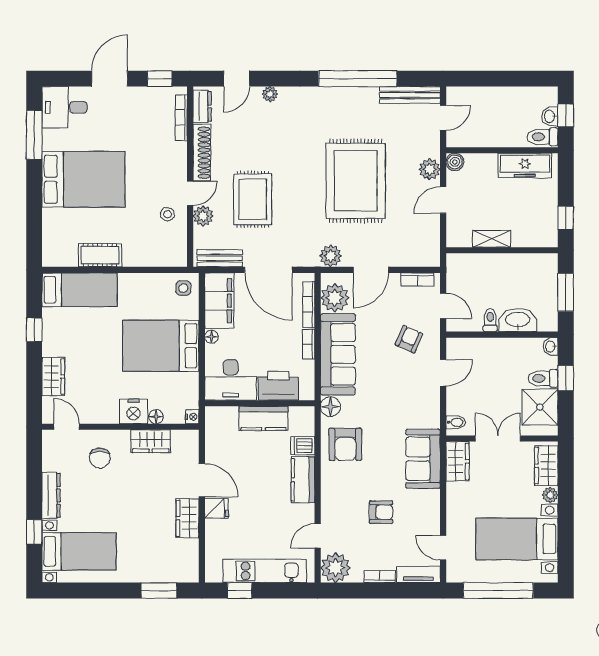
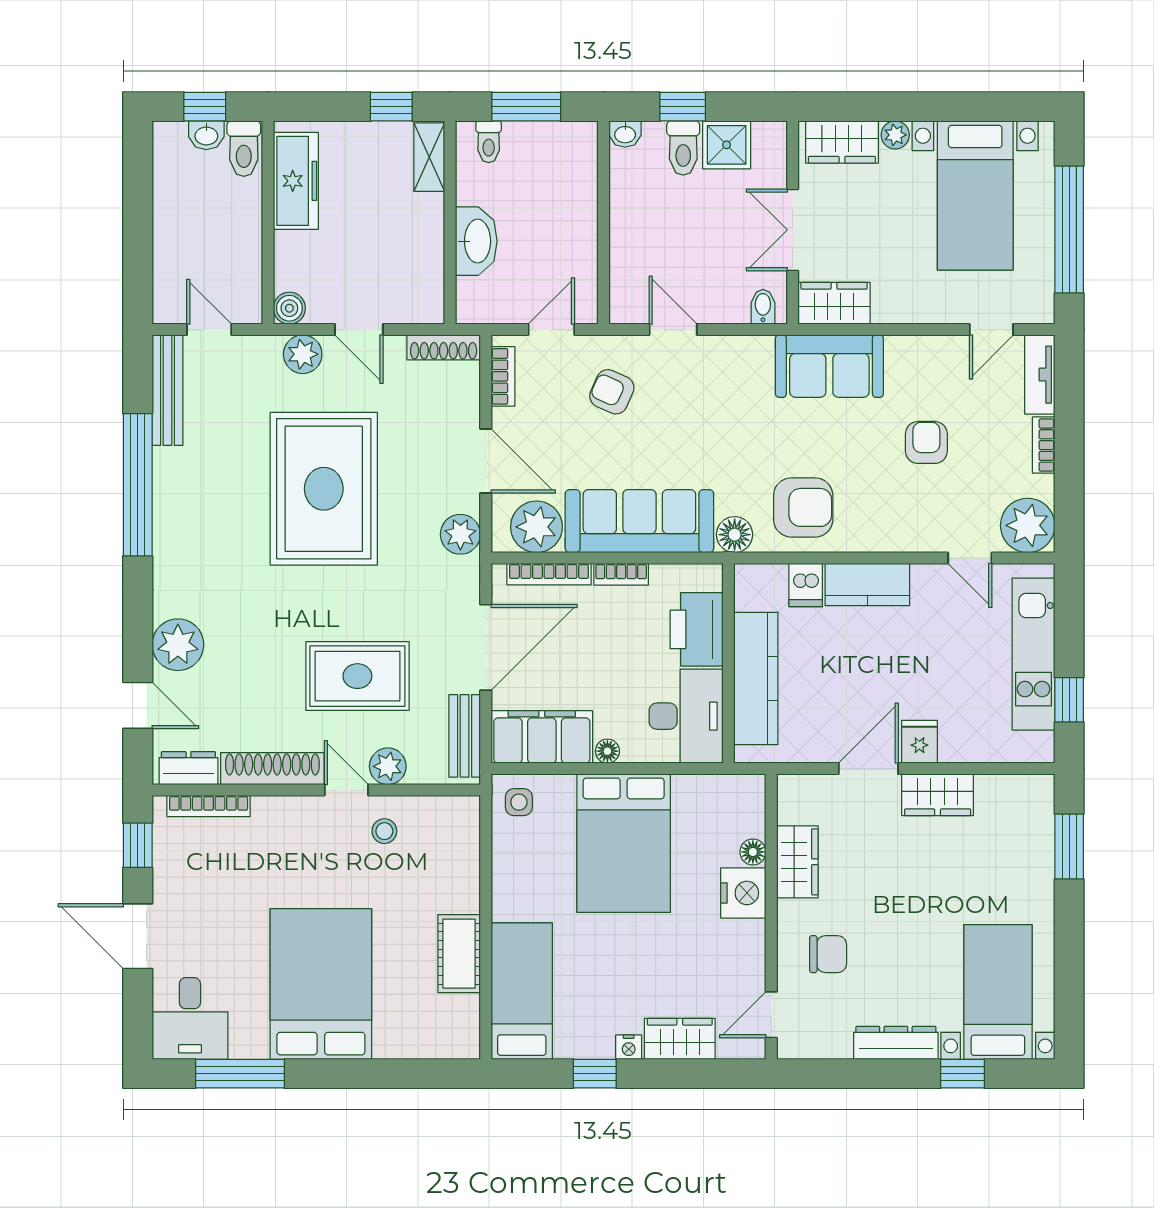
plant: (270, 94) -> (178, 645), width x1.87, depth x1.87
rug: (356, 181) -> (324, 489), turned 90
shelving: (492, 239) -> (429, 157), moved
shoe rack: (433, 247) -> (444, 347), added
toilet: (490, 320) -> (489, 142), moved, turned -90
washbasin: (518, 320) -> (476, 241), moved, turned 180
shower: (540, 407) -> (727, 145), width x0.73, depth x0.73
nightstand: (192, 417) -> (629, 1047), moved, turned 180
kitchen counter: (263, 418) -> (756, 679), width x1.50

